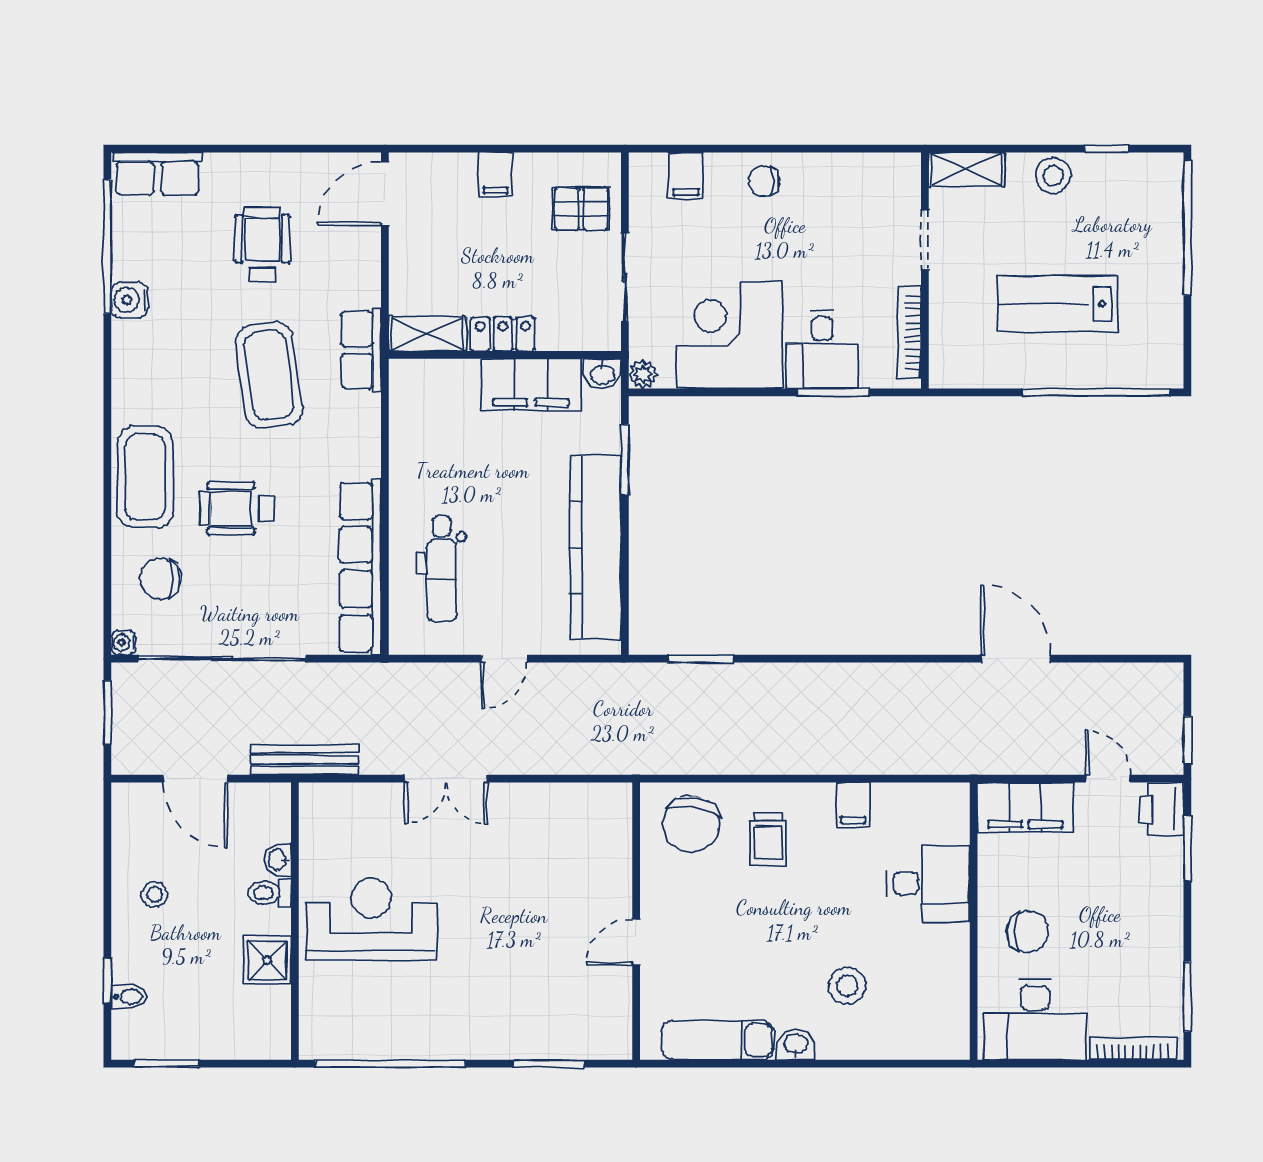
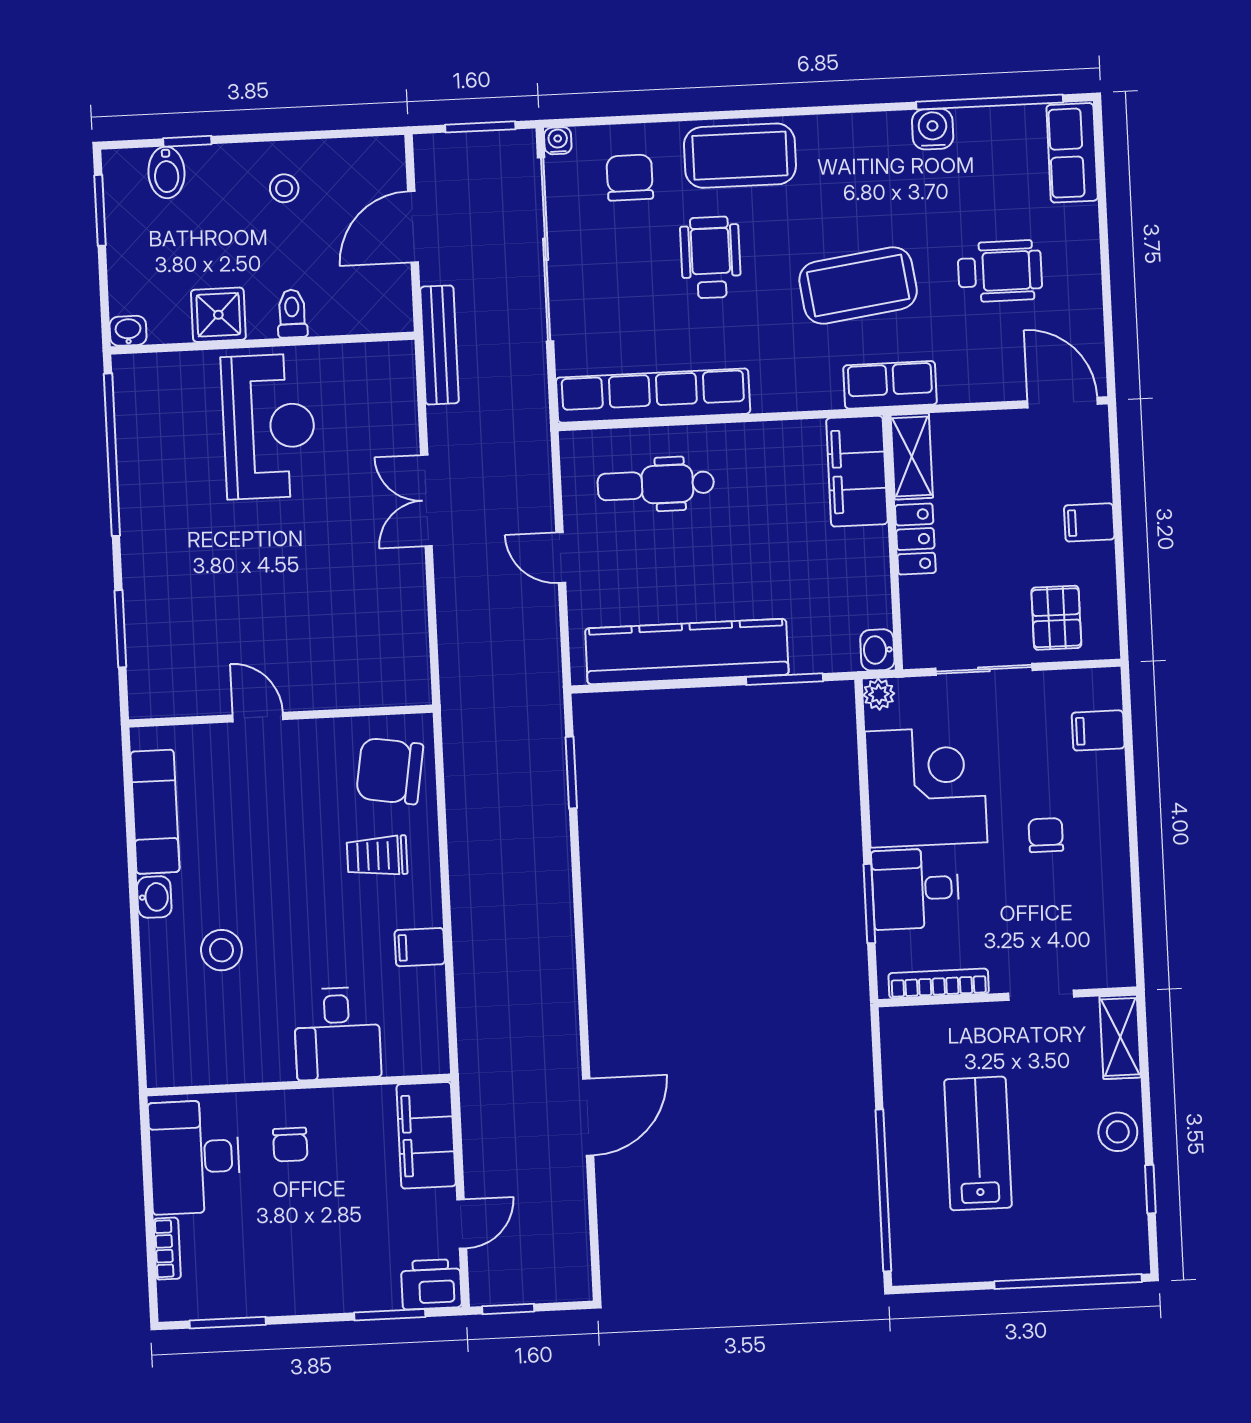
chair: (764, 181) -> (1046, 835), moved
filing cabinet: (531, 384) -> (857, 471), moved
washbasin: (278, 860) -> (128, 331), moved
chair: (1028, 932) -> (290, 1145), width x0.73, depth x0.73
bidet: (129, 997) -> (166, 172), width x1.38, depth x1.36
bookcase: (1133, 1049) -> (167, 1249), width x0.64

